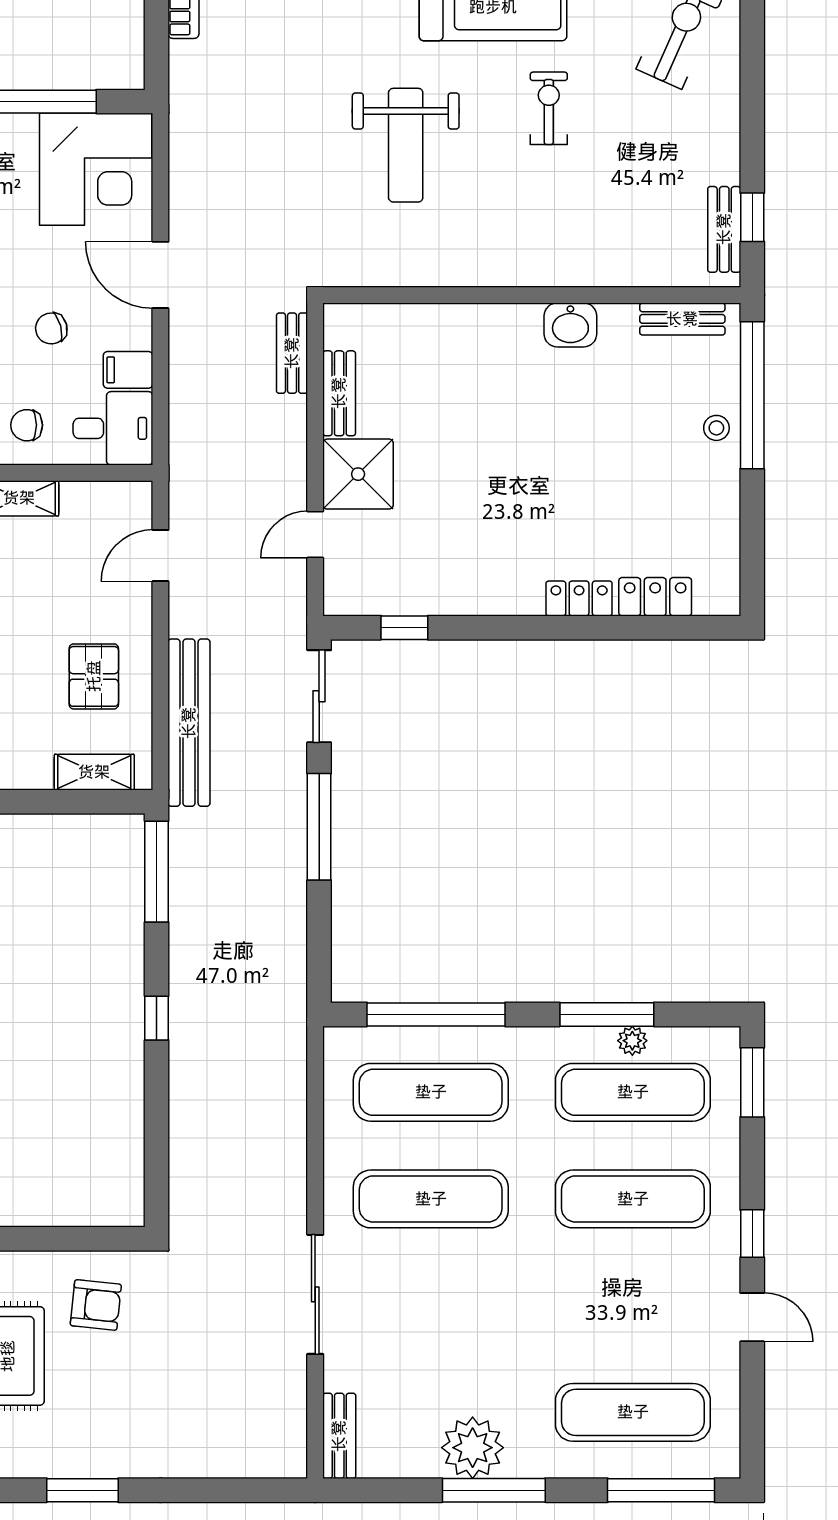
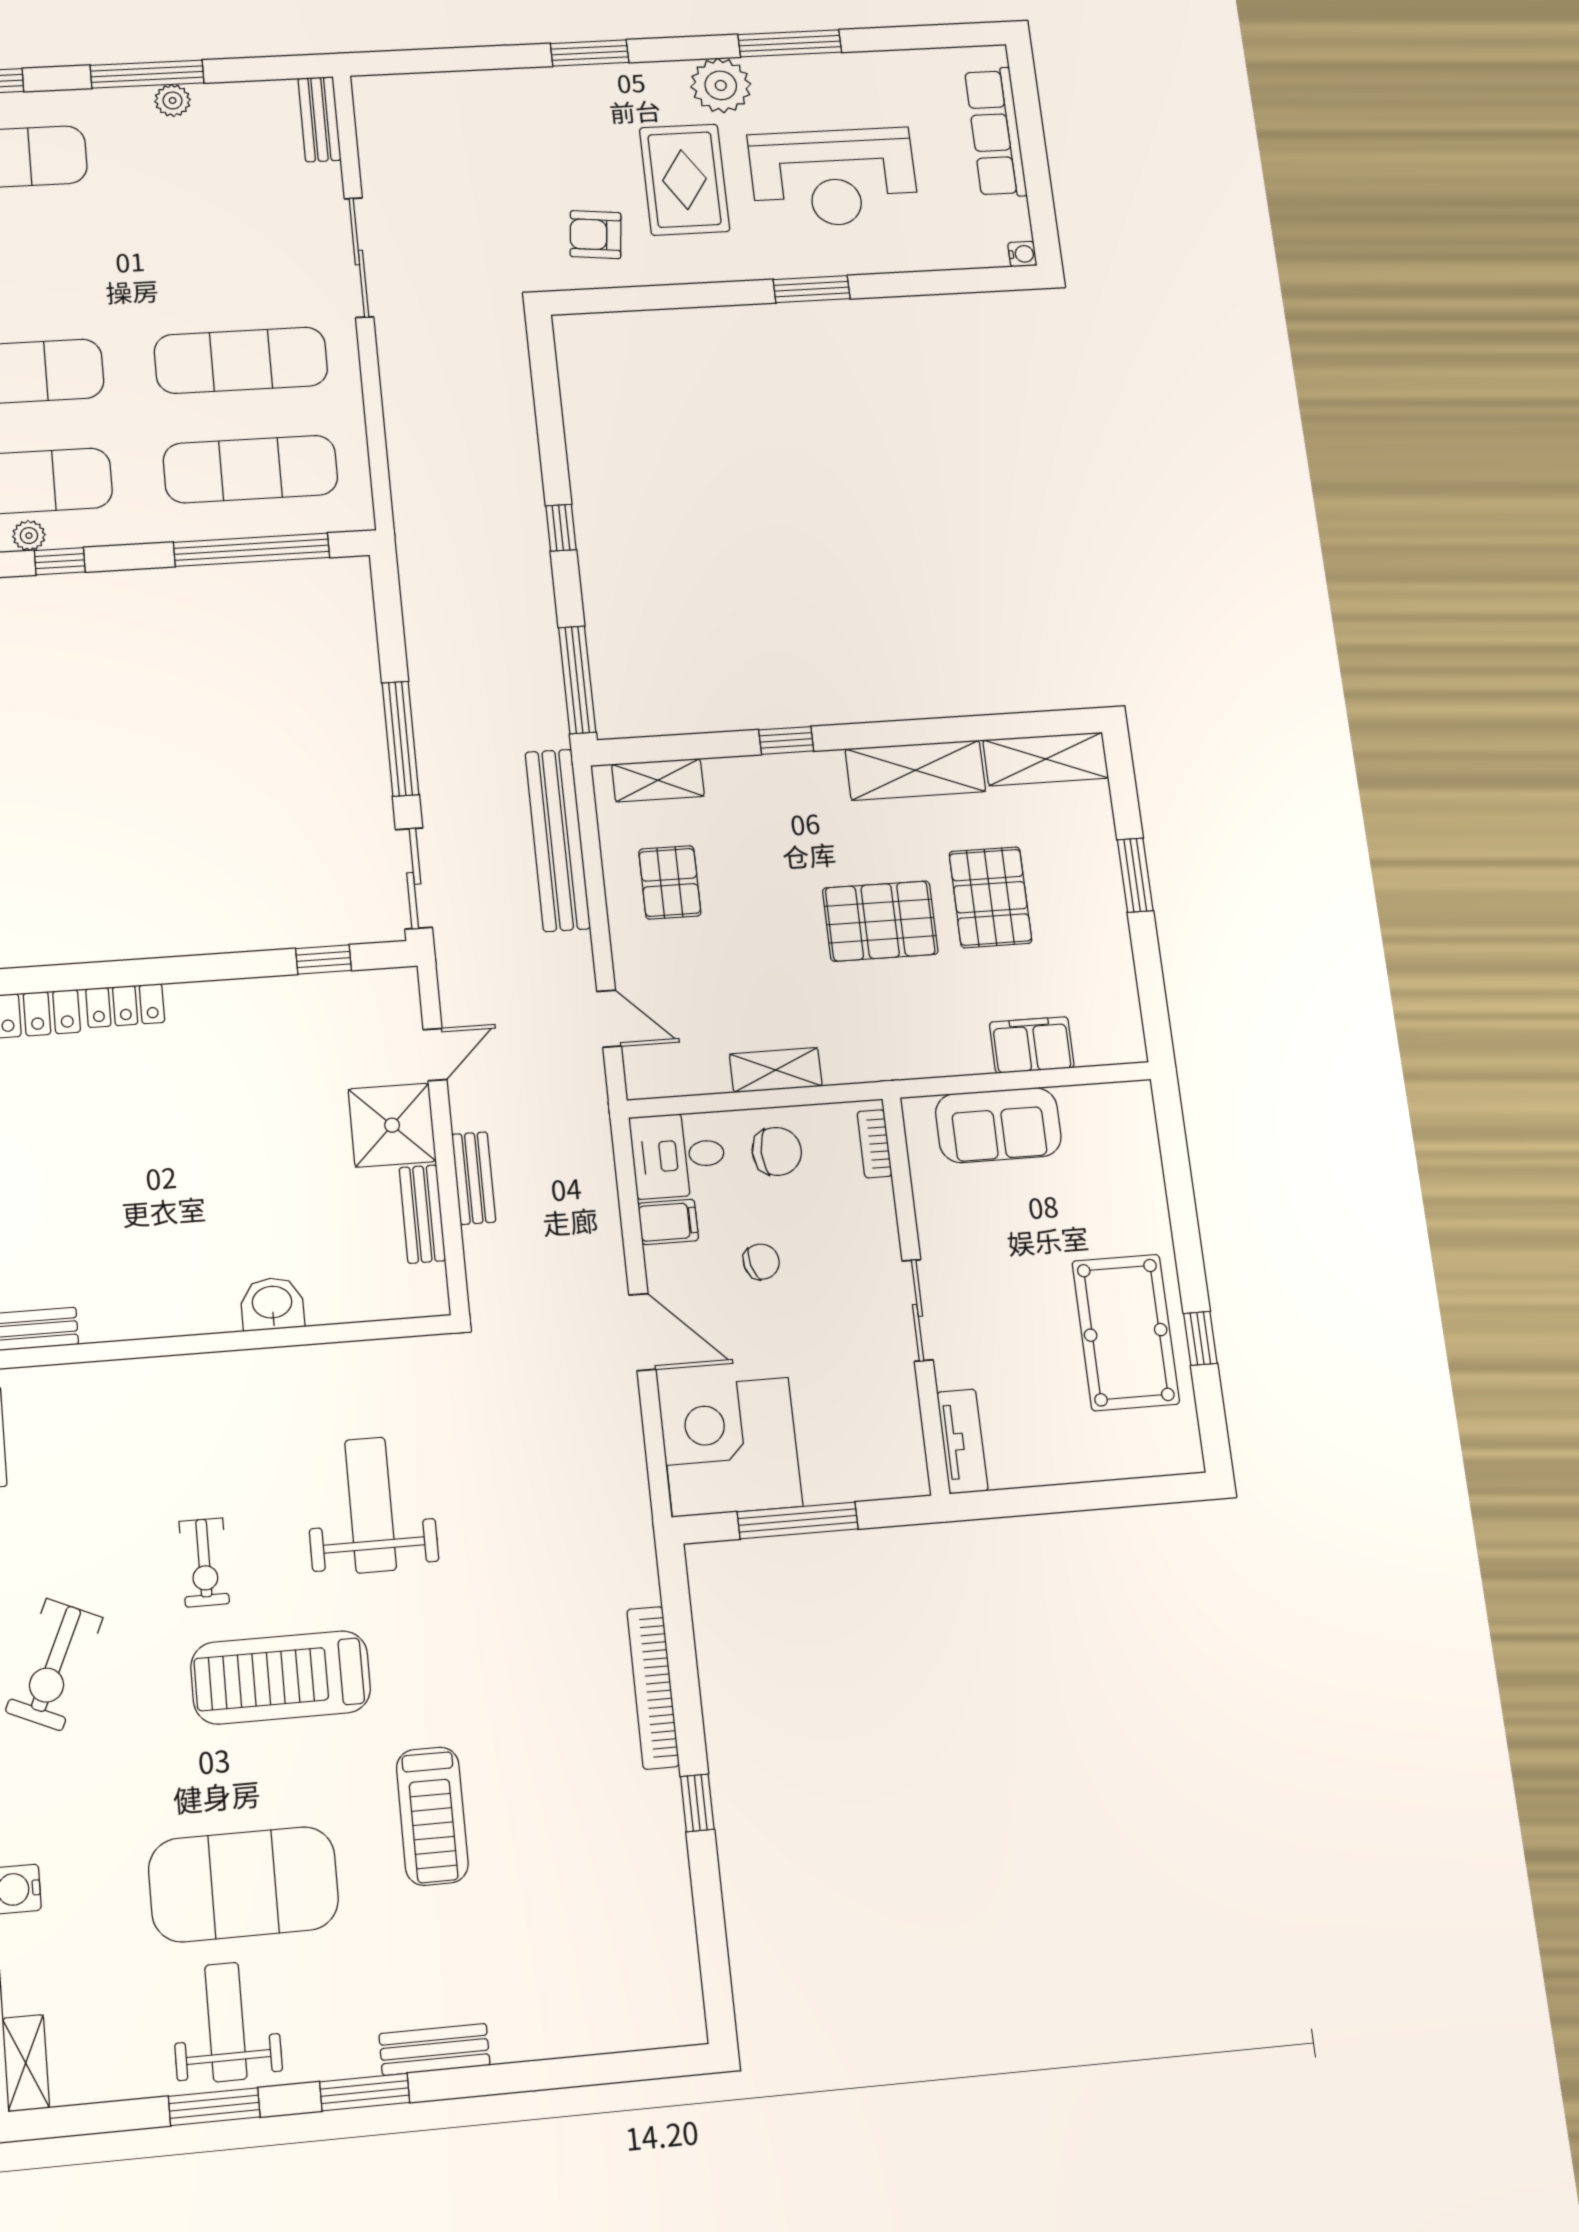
washbasin: (570, 325) -> (272, 1304), moved
bench: (292, 353) -> (474, 1178), moved
chair: (27, 425) -> (777, 1151), width x1.37, depth x1.37
door: (160, 556) -> (609, 1019), hinge flipped
window: (607, 1014) -> (60, 561), width x0.46
plant: (473, 1448) -> (173, 100), width x0.53, depth x0.53

